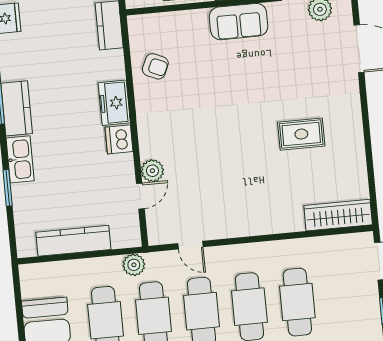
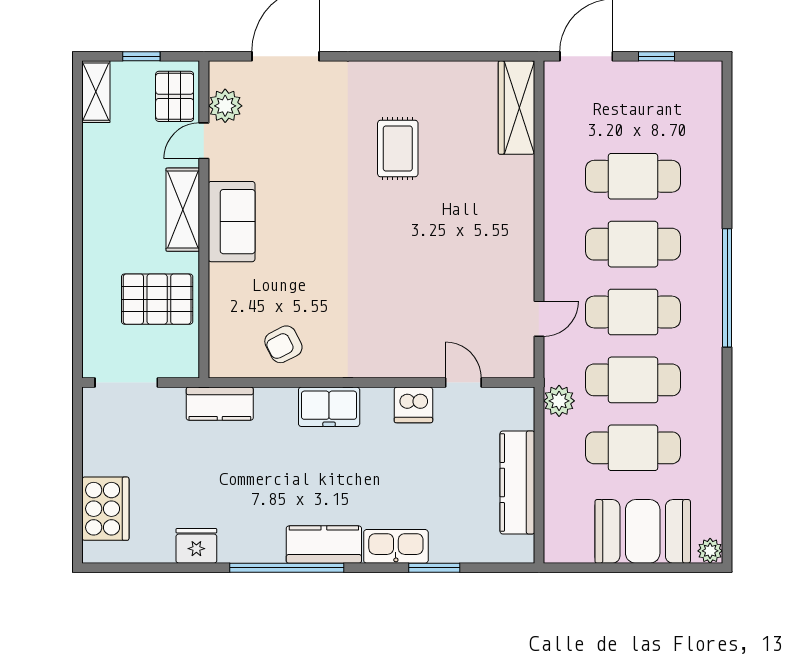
armchair: (155, 66) -> (283, 344), turned -141
dishwasher: (119, 139) -> (413, 405), moved
plant: (152, 171) -> (429, 362), removed

